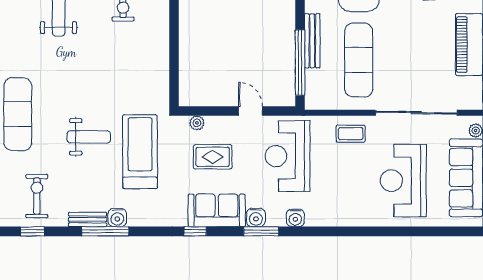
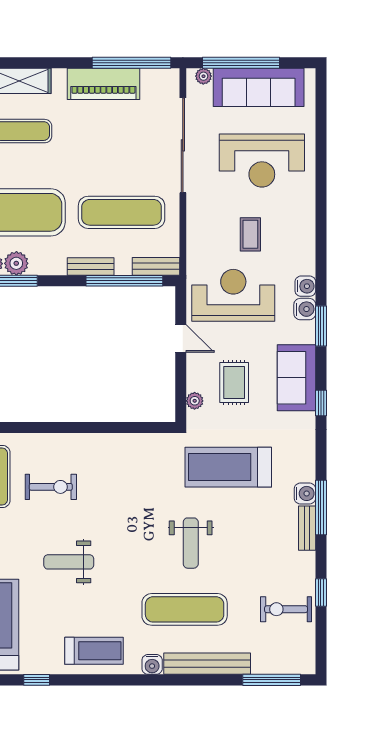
bench: (312, 41) -> (91, 266), width x0.73
bench: (312, 90) -> (156, 266), added
door: (250, 111) -> (181, 338), swing flipped
coffee table: (351, 134) -> (250, 234), moved
weight bench: (89, 137) -> (191, 543), moved, turned 180
reception desk: (288, 156) -> (233, 295), turned 180
exercise bike: (37, 196) -> (286, 609), moved
water cooler: (256, 217) -> (305, 309), moved

